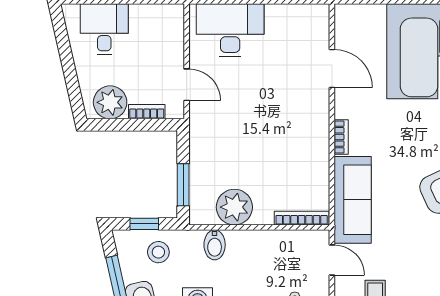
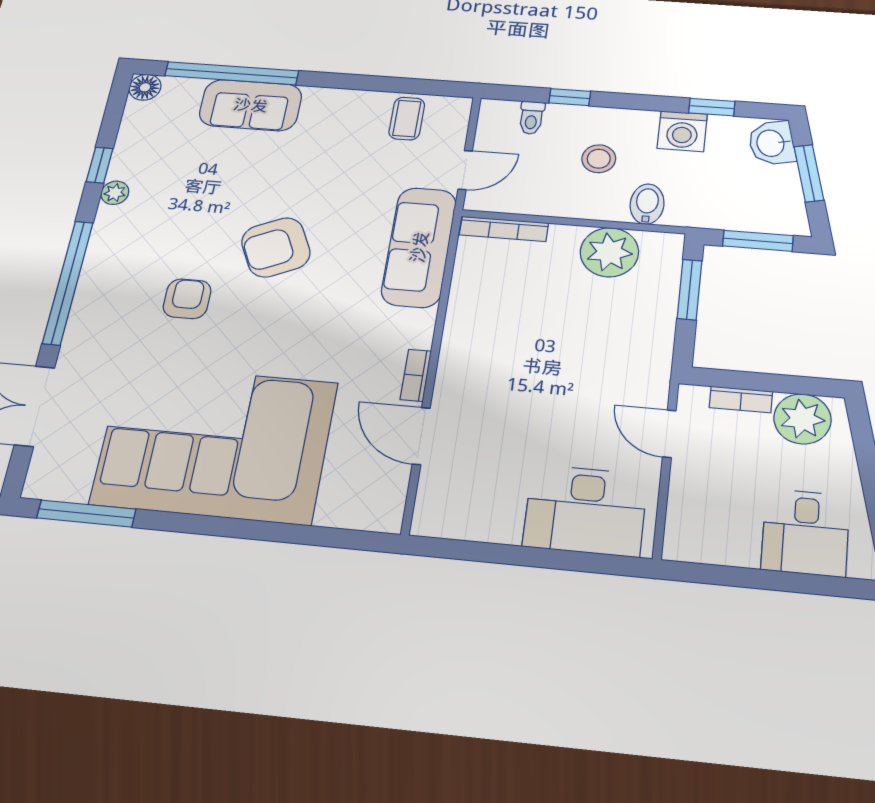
bookcase: (341, 137) -> (416, 375), moved
window: (144, 224) -> (758, 241), width x1.50
stool: (158, 252) -> (599, 159), moved
door: (332, 260) -> (465, 170), swing flipped

